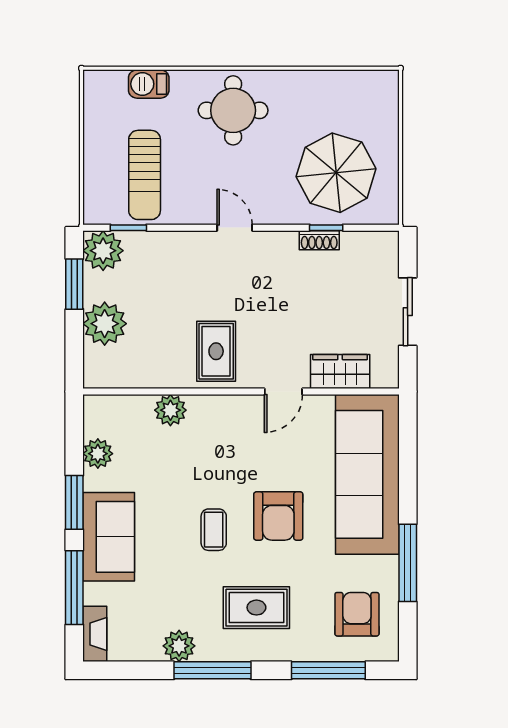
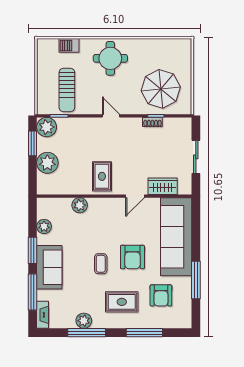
armchair: (357, 614) -> (161, 295), moved, turned 180
window: (212, 670) -> (87, 333), moved
window: (328, 670) -> (144, 333), moved

